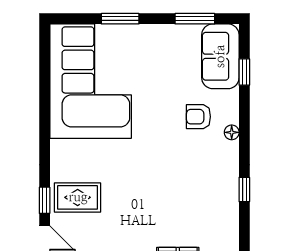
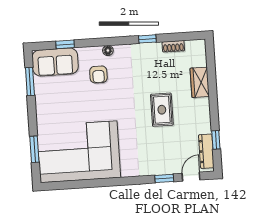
window: (120, 19) -> (34, 149), moved
rug: (78, 197) -> (162, 110), moved
shoe rack: (232, 226) -> (173, 46), added

